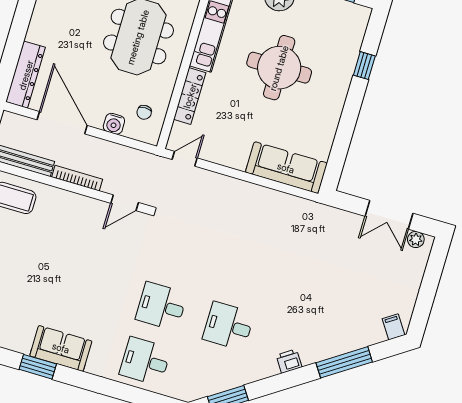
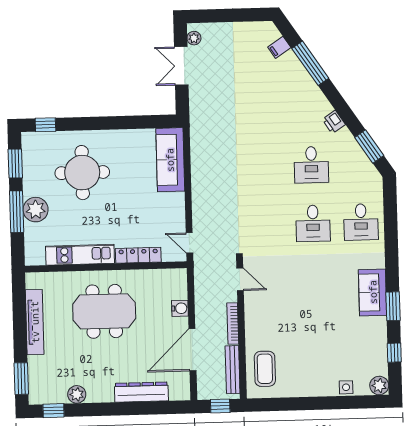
window: (364, 66) -> (45, 125), moved
round table: (279, 68) -> (82, 173), moved
dresser: (26, 75) -> (141, 392), moved
chair: (144, 112) -> (163, 287), removed
double door: (389, 215) -> (181, 66), swing flipped
filing cabinet: (393, 327) -> (279, 47), moved
printer: (289, 361) -> (334, 122), moved

